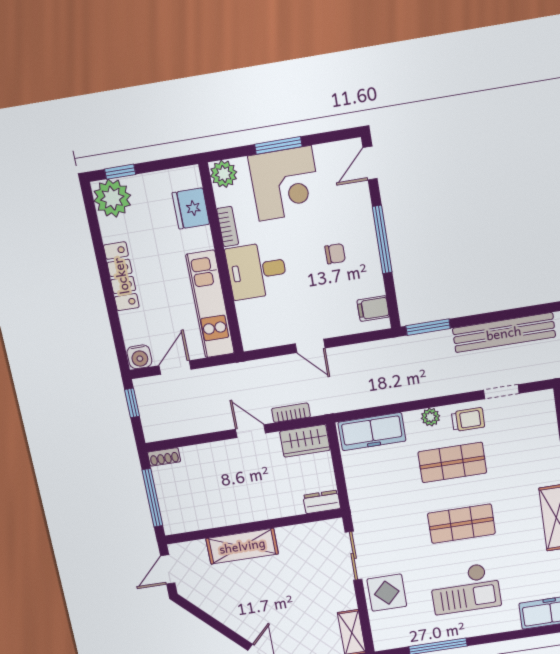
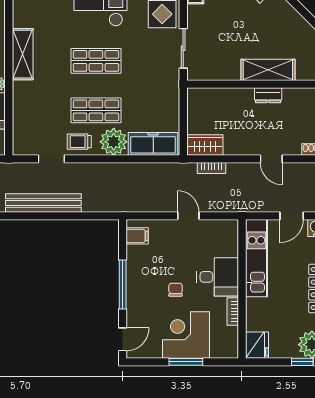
plant: (224, 174) -> (229, 348), removed
fridge: (191, 208) -> (257, 345), moved
chair: (335, 254) -> (176, 290), moved, turned 90
window: (428, 327) -> (99, 216), removed
plant: (431, 417) -> (114, 142), width x1.88, depth x1.88
door: (250, 431) -> (271, 159), moved
dresser: (322, 502) -> (268, 95), moved

